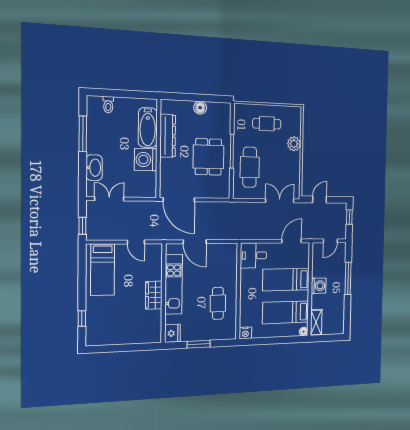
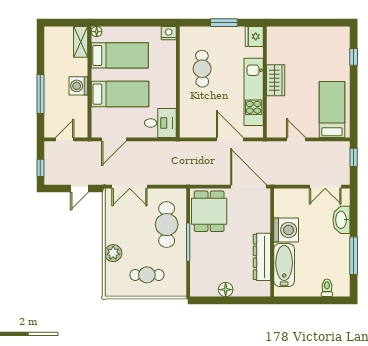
dining table: (208, 157) -> (209, 211), moved

